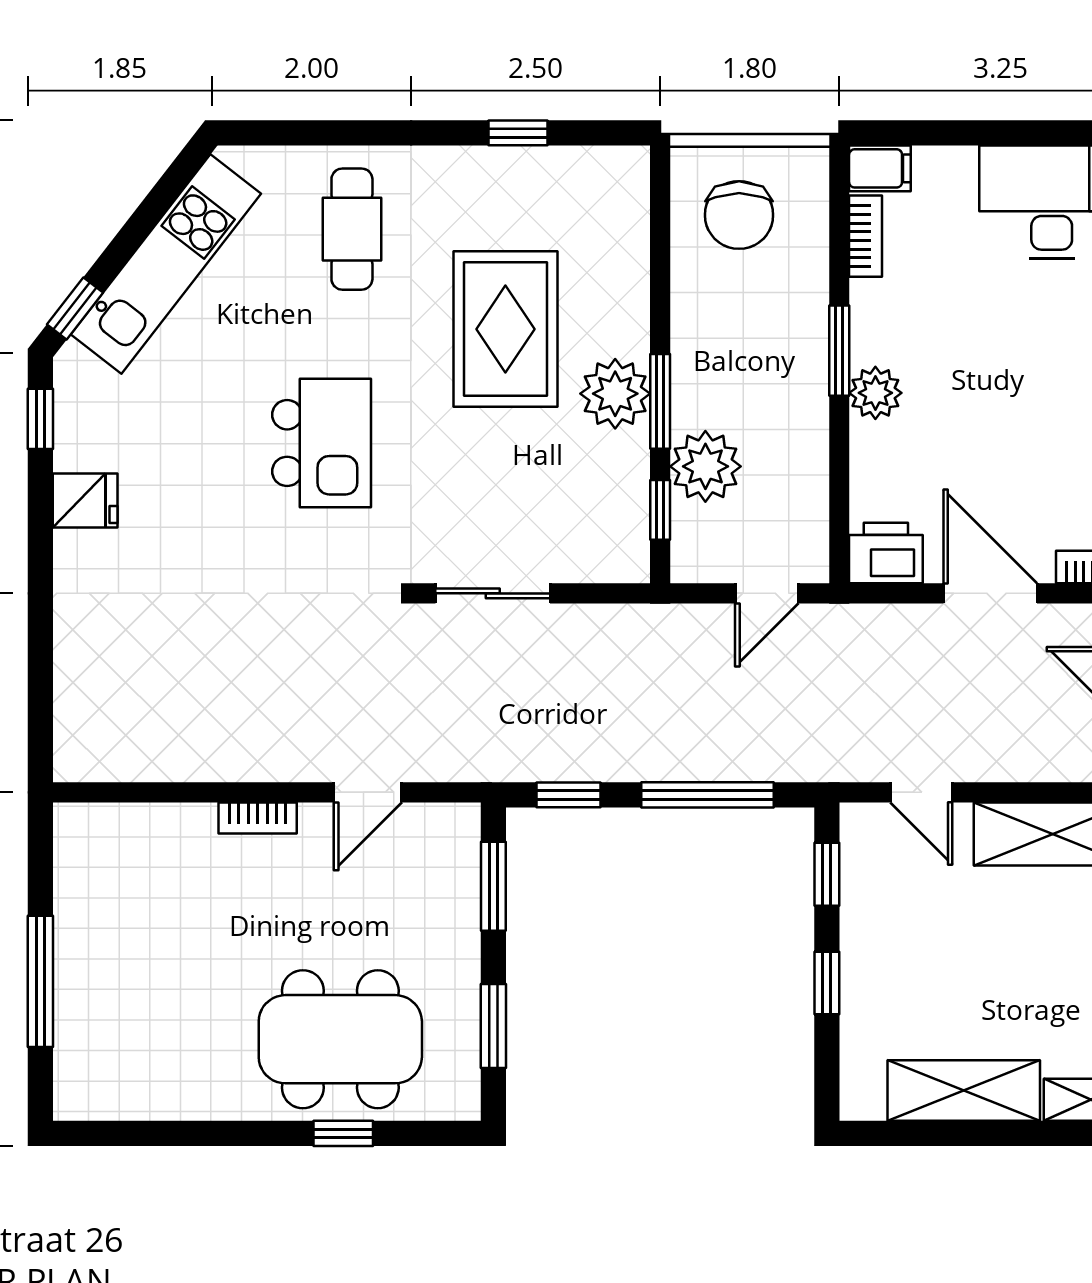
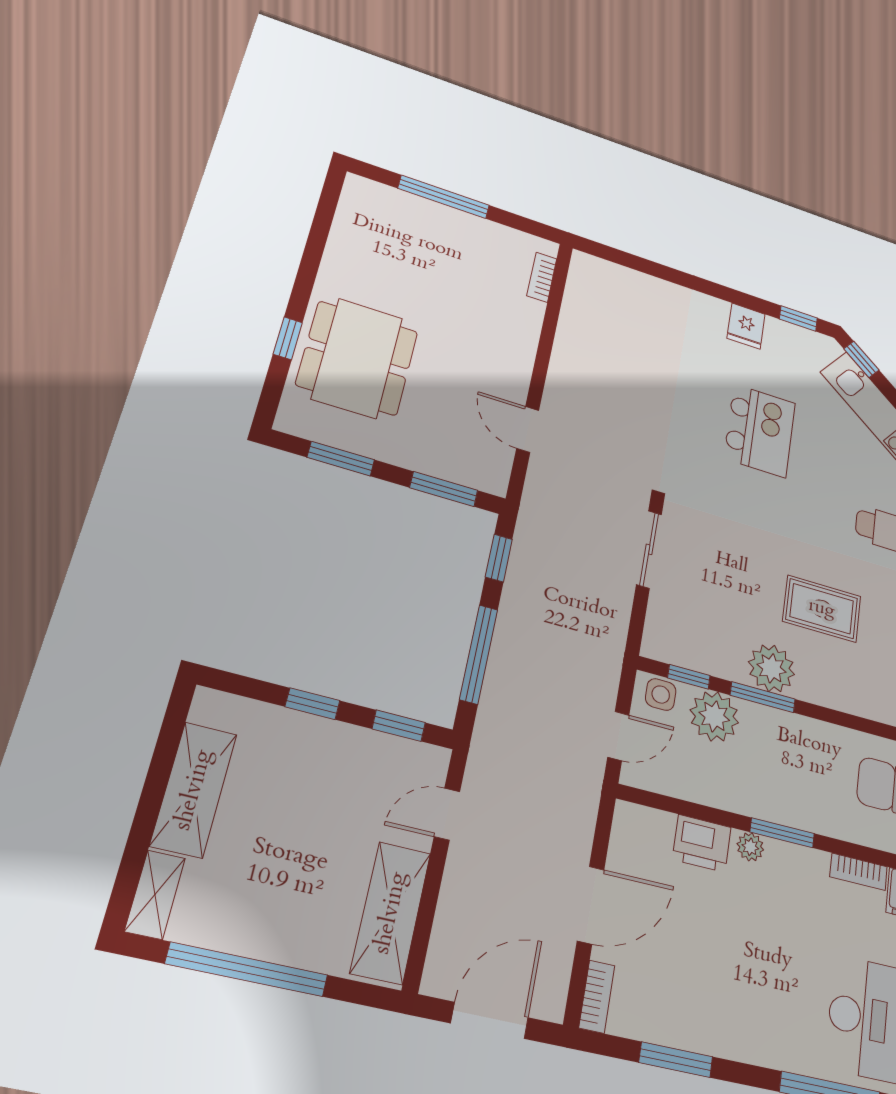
rug: (505, 329) -> (822, 609), width x0.73, depth x0.70
plant: (875, 393) -> (750, 847), width x0.73, depth x0.73
kitchen island: (322, 443) -> (760, 431), moved, turned -90
side table: (695, 545) -> (661, 694), added
printer: (886, 553) -> (702, 843), moved, turned 90
door: (767, 593) -> (618, 736), swing flipped
bookcase: (258, 818) -> (542, 277), moved

